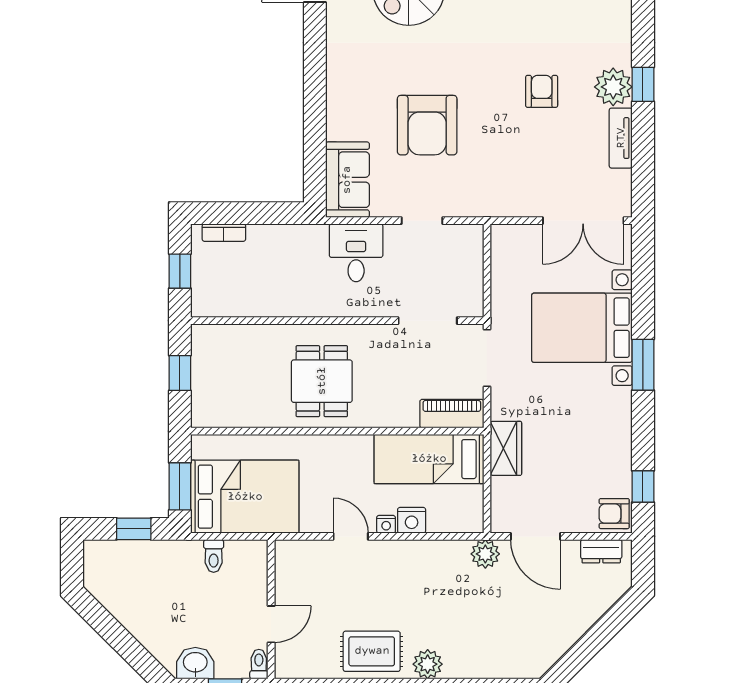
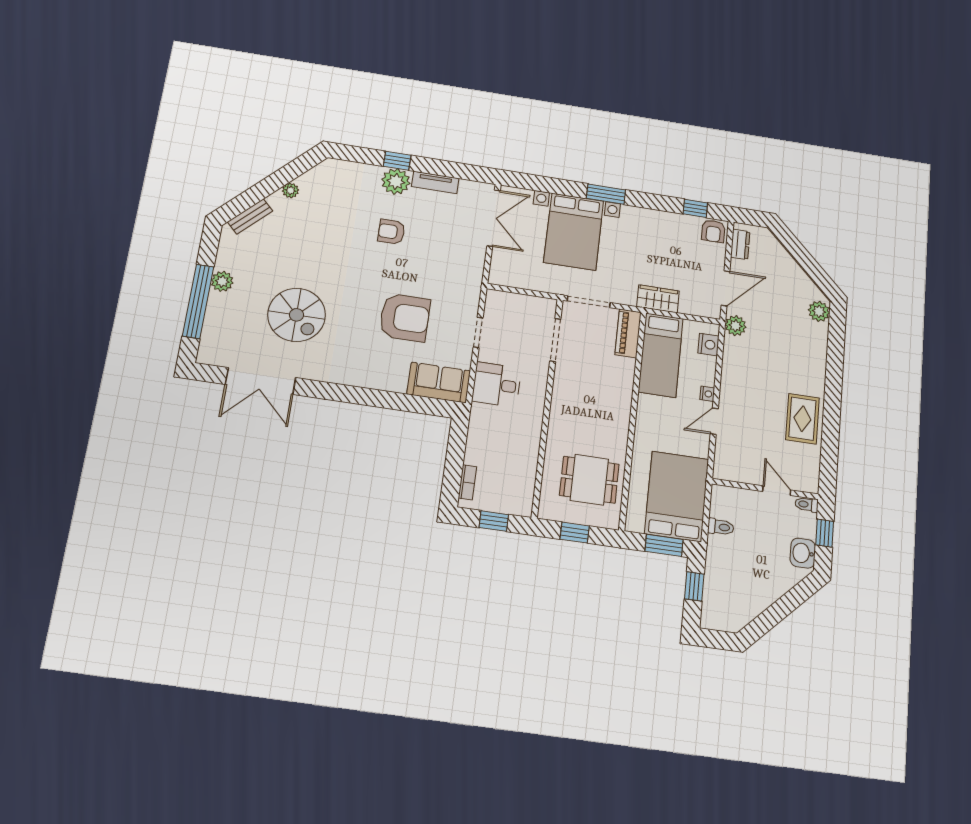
dining table: (322, 381) -> (589, 480), moved
nightstand: (412, 520) -> (708, 345), moved
plant: (428, 664) -> (819, 311), moved

